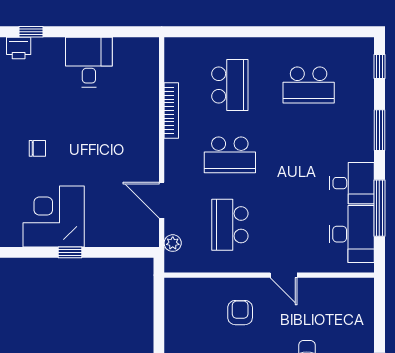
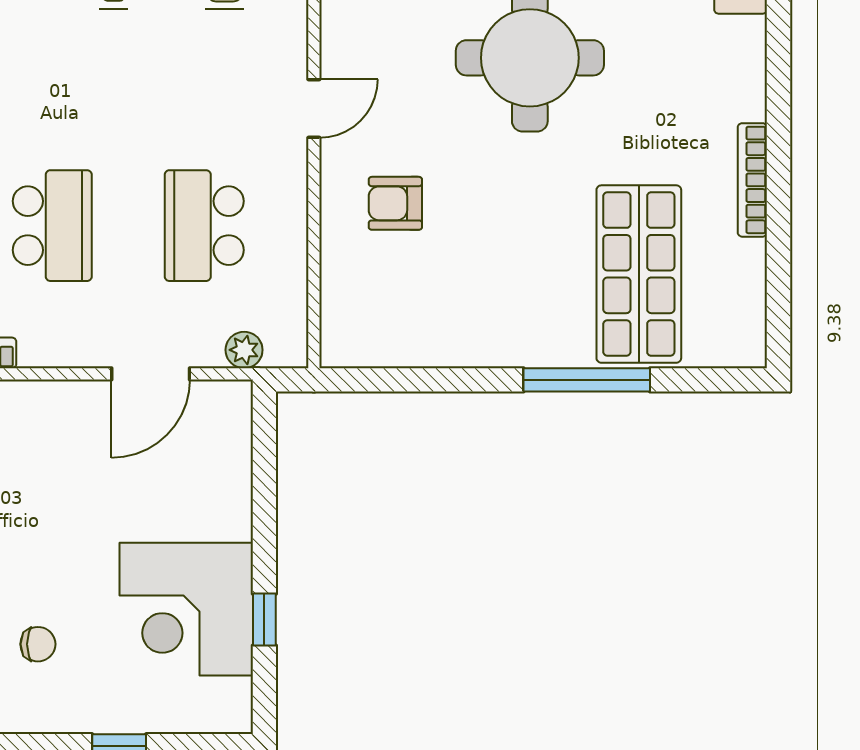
chair: (37, 148) -> (38, 644), turned 90
school desk: (230, 225) -> (204, 226), turned 90
window: (70, 252) -> (264, 620), moved

